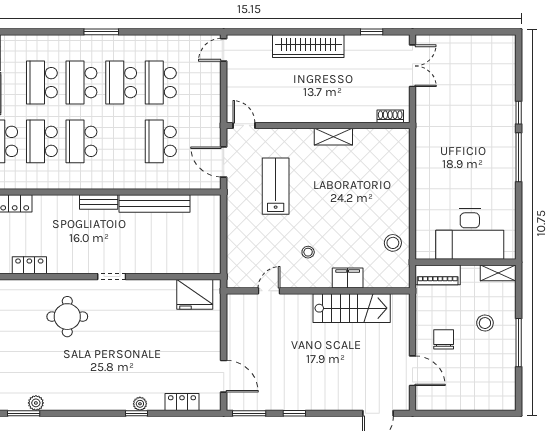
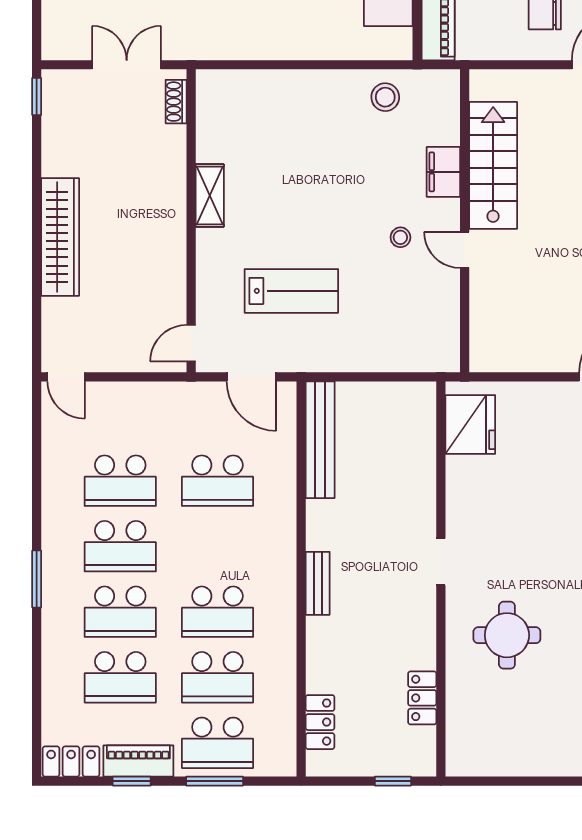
window: (372, 32) -> (37, 97), moved
double door: (412, 66) -> (127, 65), moved
door: (224, 162) -> (252, 377), hinge flipped
lab bench: (276, 186) -> (291, 291), turned 180
bench: (154, 204) -> (320, 440), moved
door: (269, 291) -> (465, 250), moved

